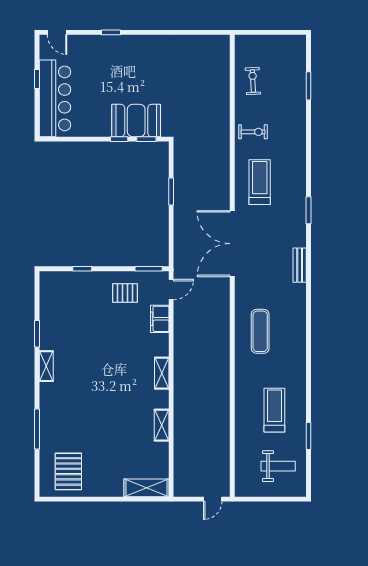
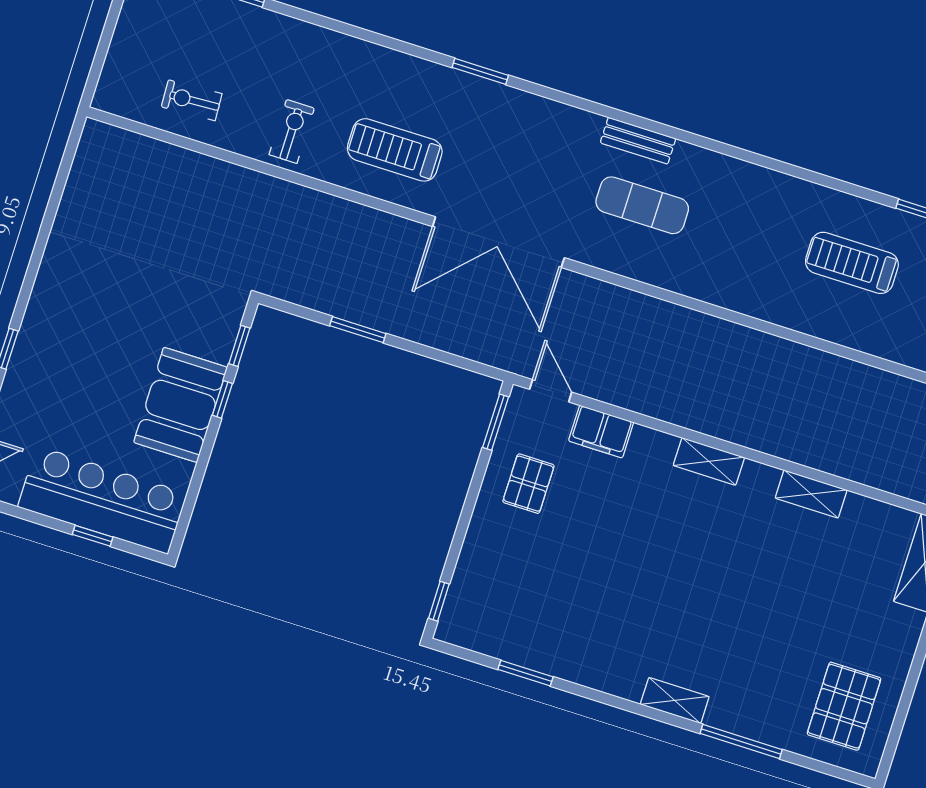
window: (37, 79) -> (93, 536), moved
booth: (136, 120) -> (180, 405), moved
bench: (300, 265) -> (638, 141), moved
window: (82, 269) -> (439, 601), moved
exercise mat: (260, 331) -> (642, 205), moved
window: (37, 334) -> (526, 673), moved
shelving: (46, 366) -> (675, 700), moved
pallet: (68, 471) -> (844, 706), turned 90

